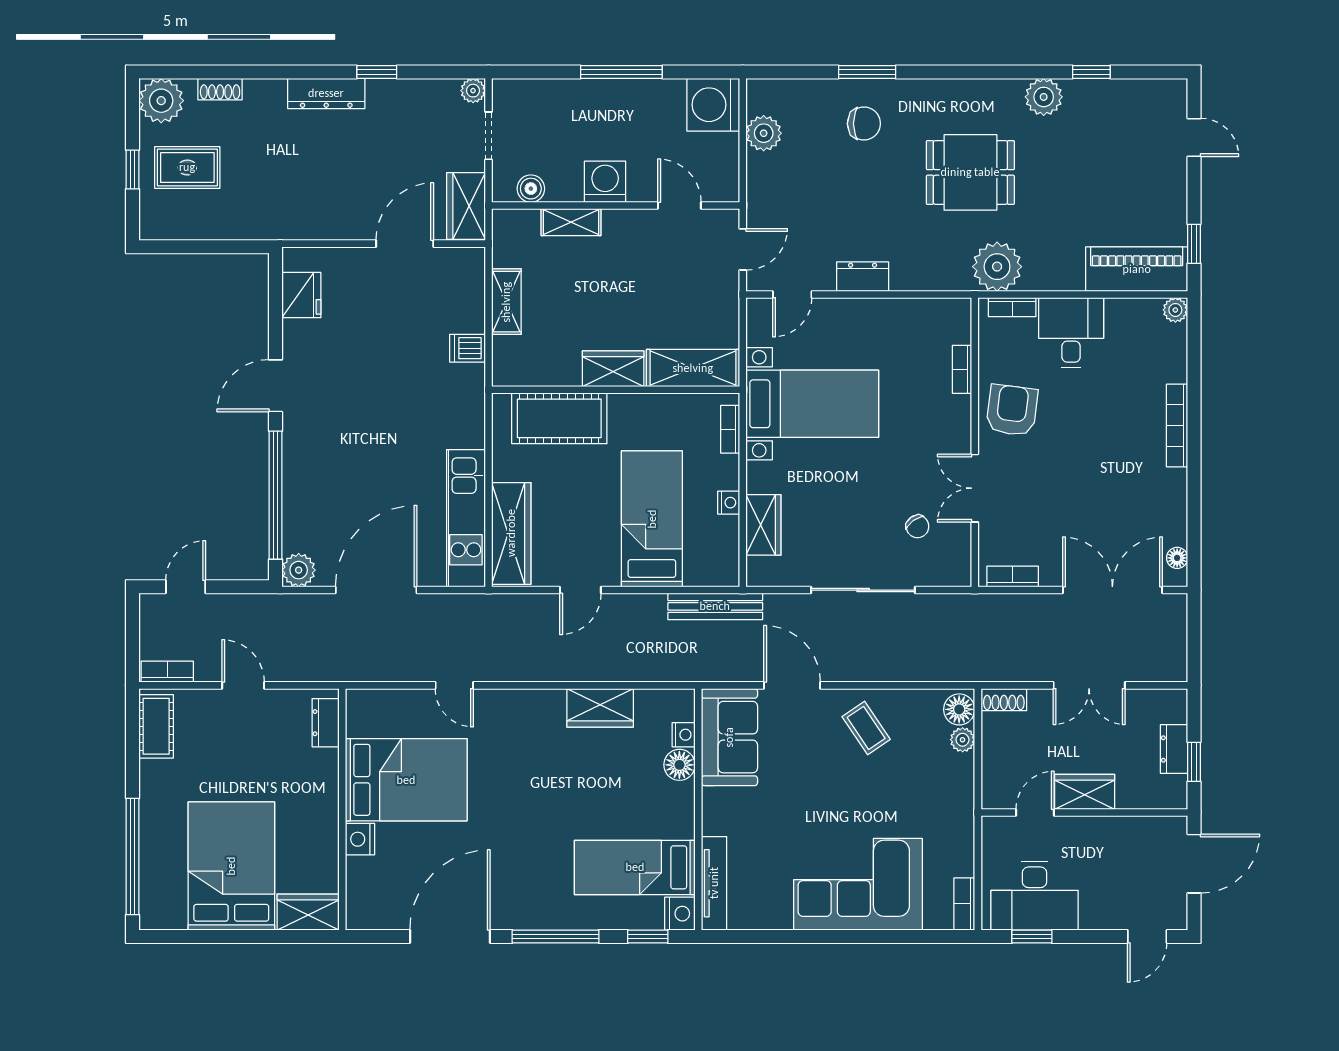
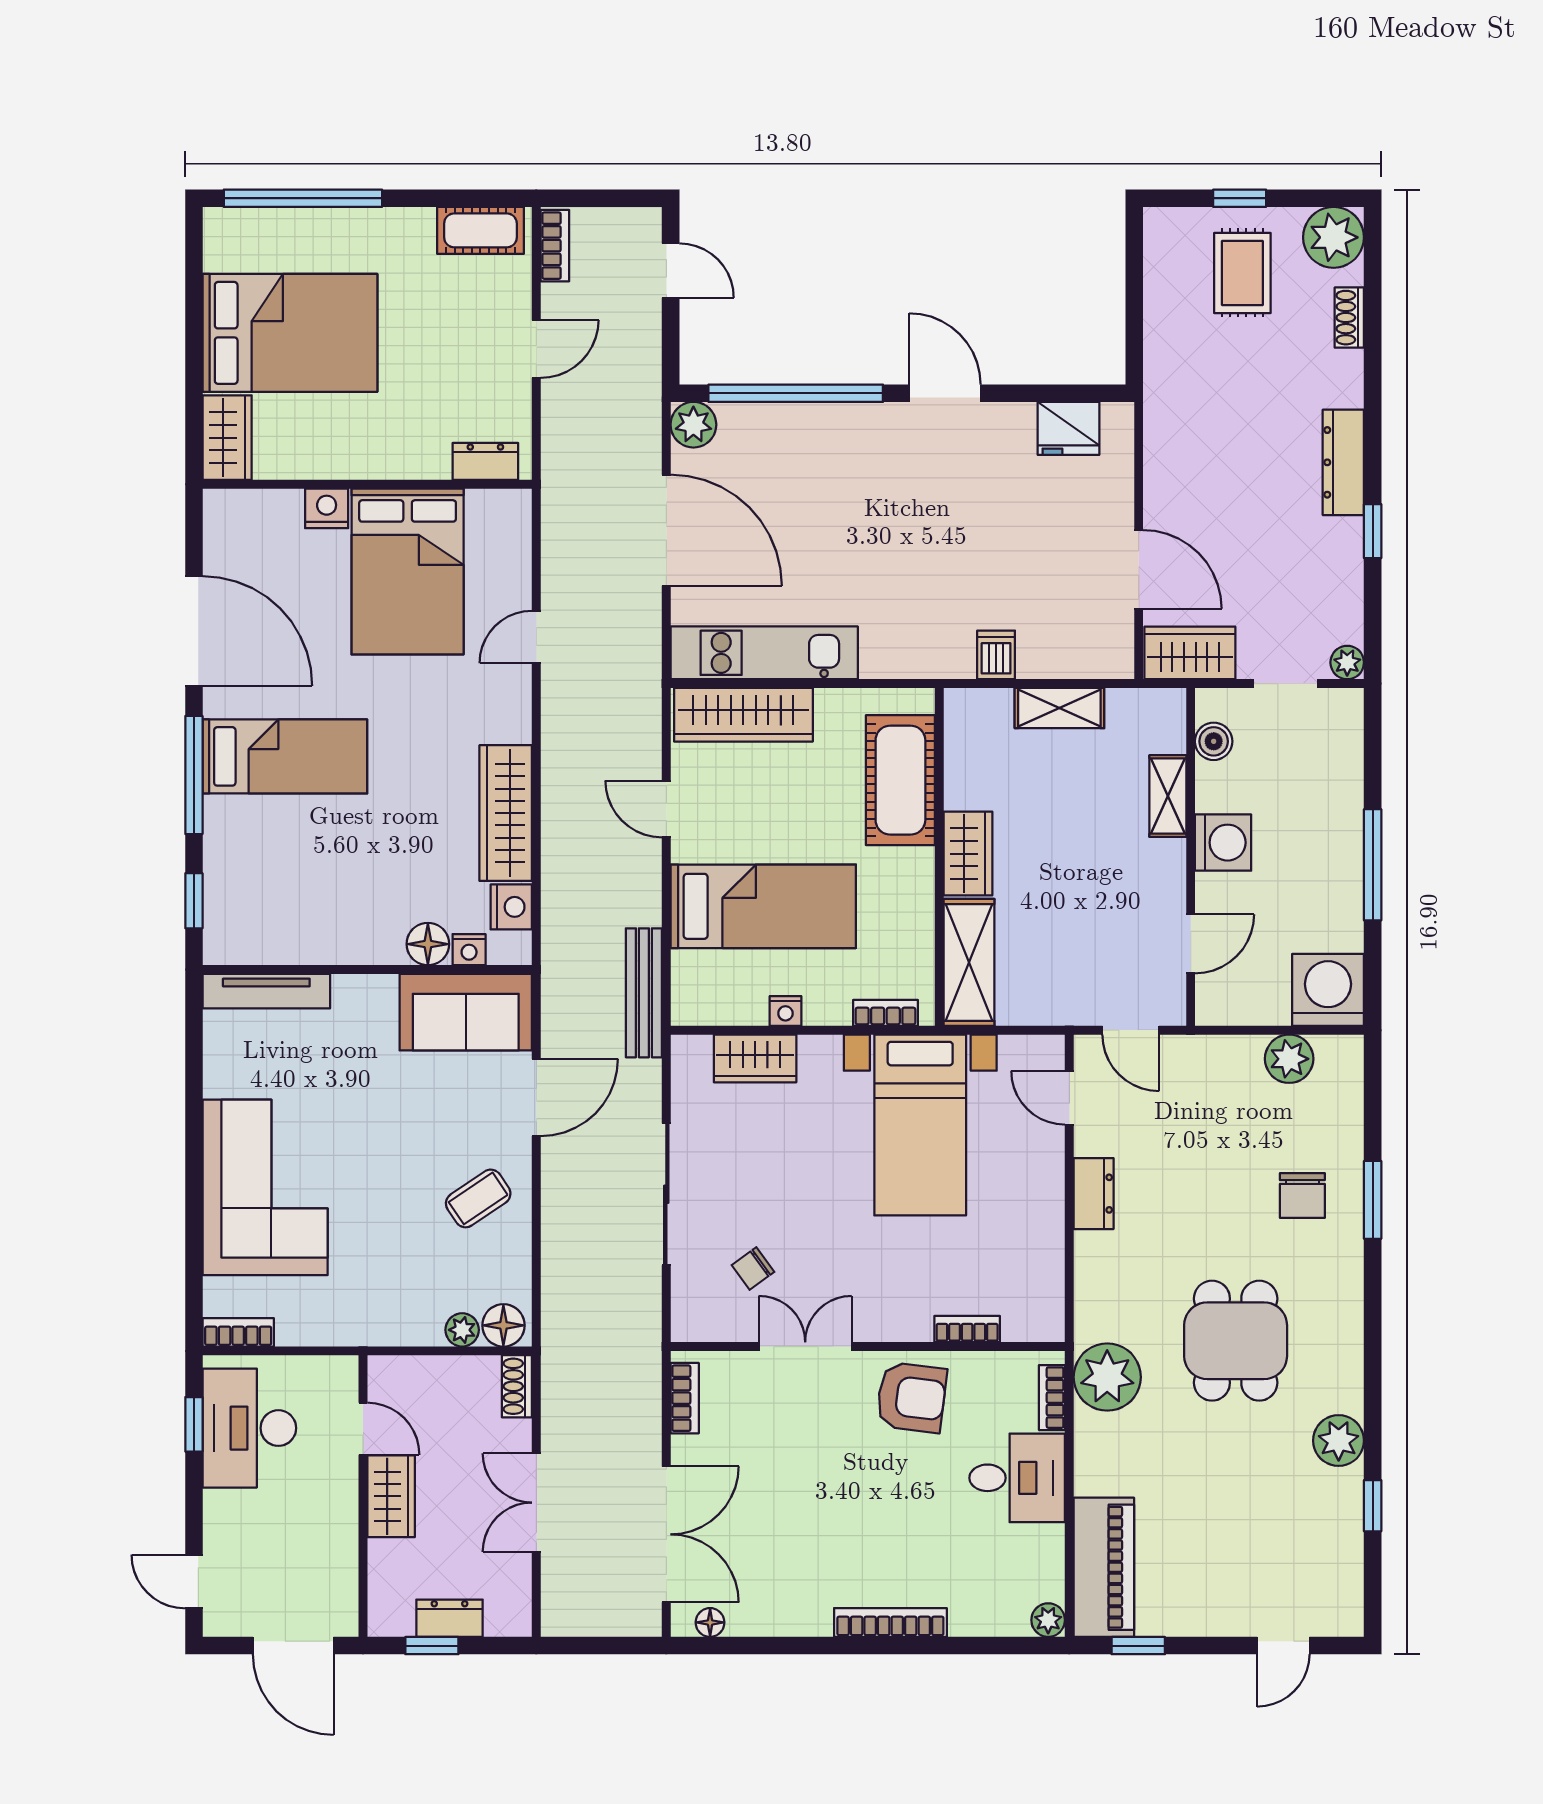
wardrobe: (600, 708) -> (506, 813), width x1.50
bed: (635, 867) -> (285, 756), moved, turned 90
nightstand: (680, 914) -> (511, 907), moved, turned -90

